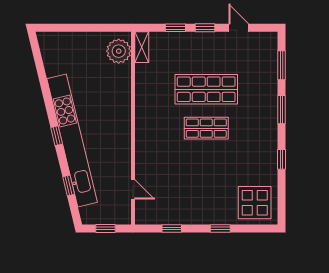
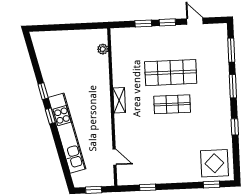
shelving: (142, 47) -> (119, 100), moved
plant: (119, 51) -> (103, 49), width x0.53, depth x0.53
kitchen unit: (72, 140) -> (67, 133), width x0.73
window: (69, 185) -> (43, 91), moved
window: (220, 228) -> (211, 184), moved

